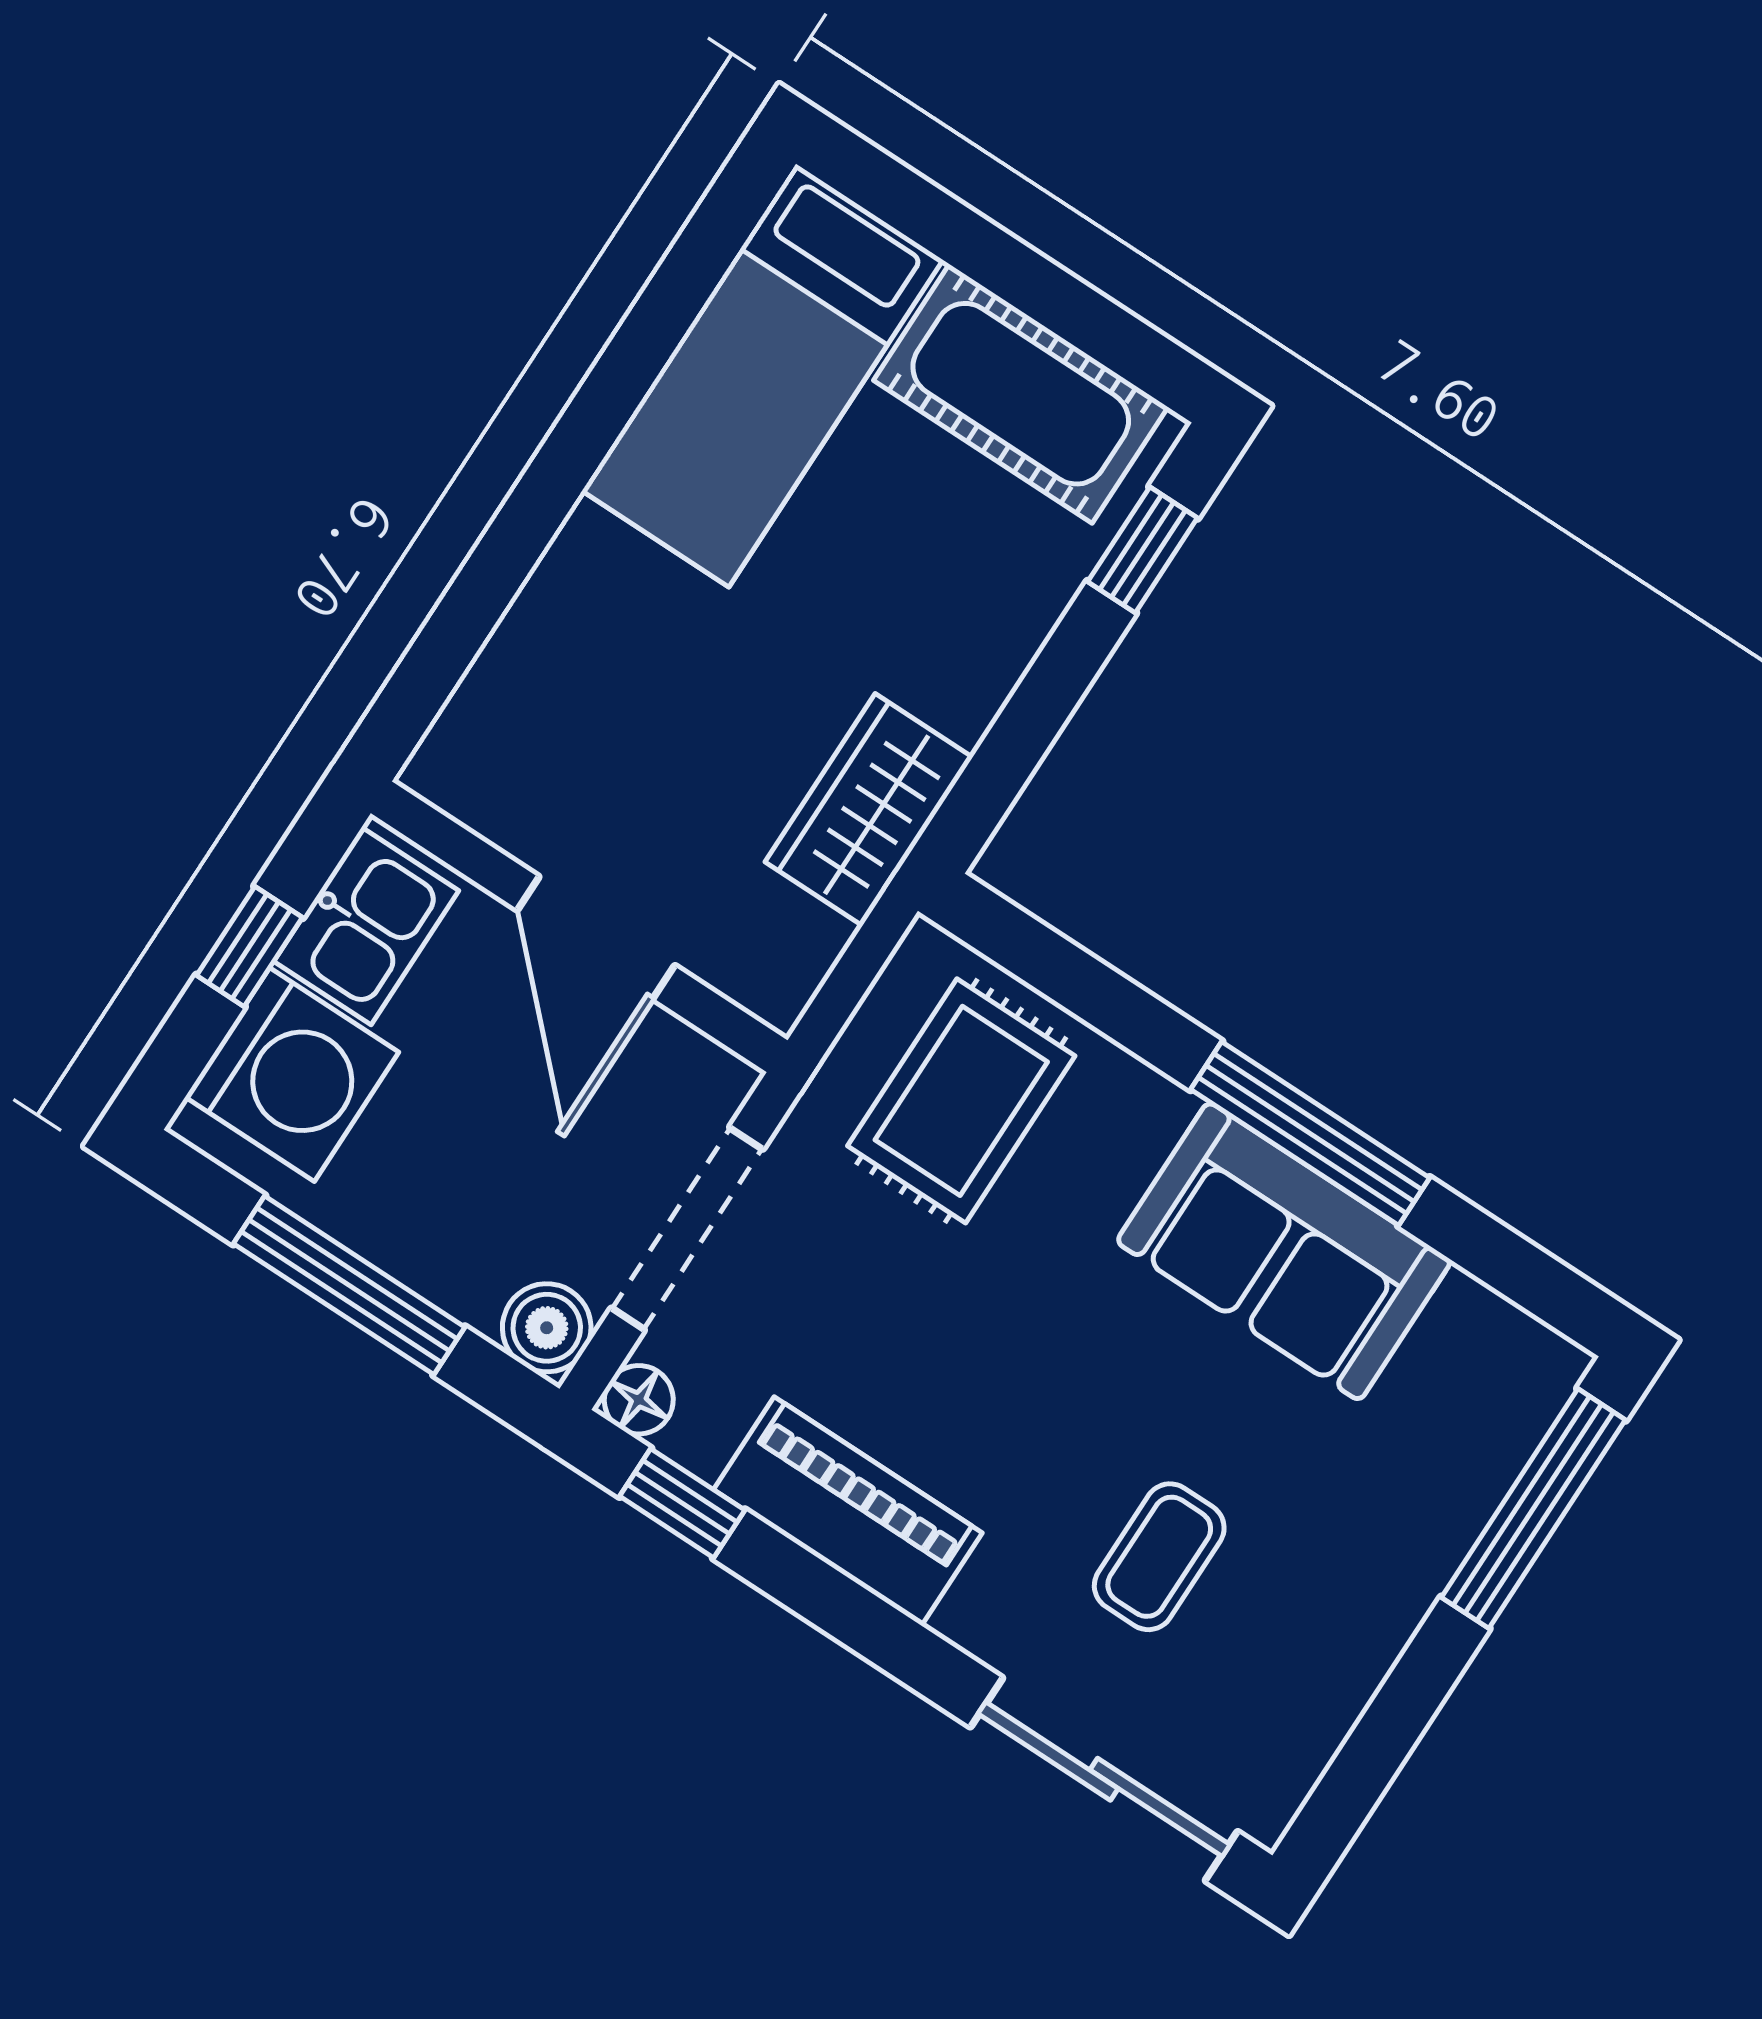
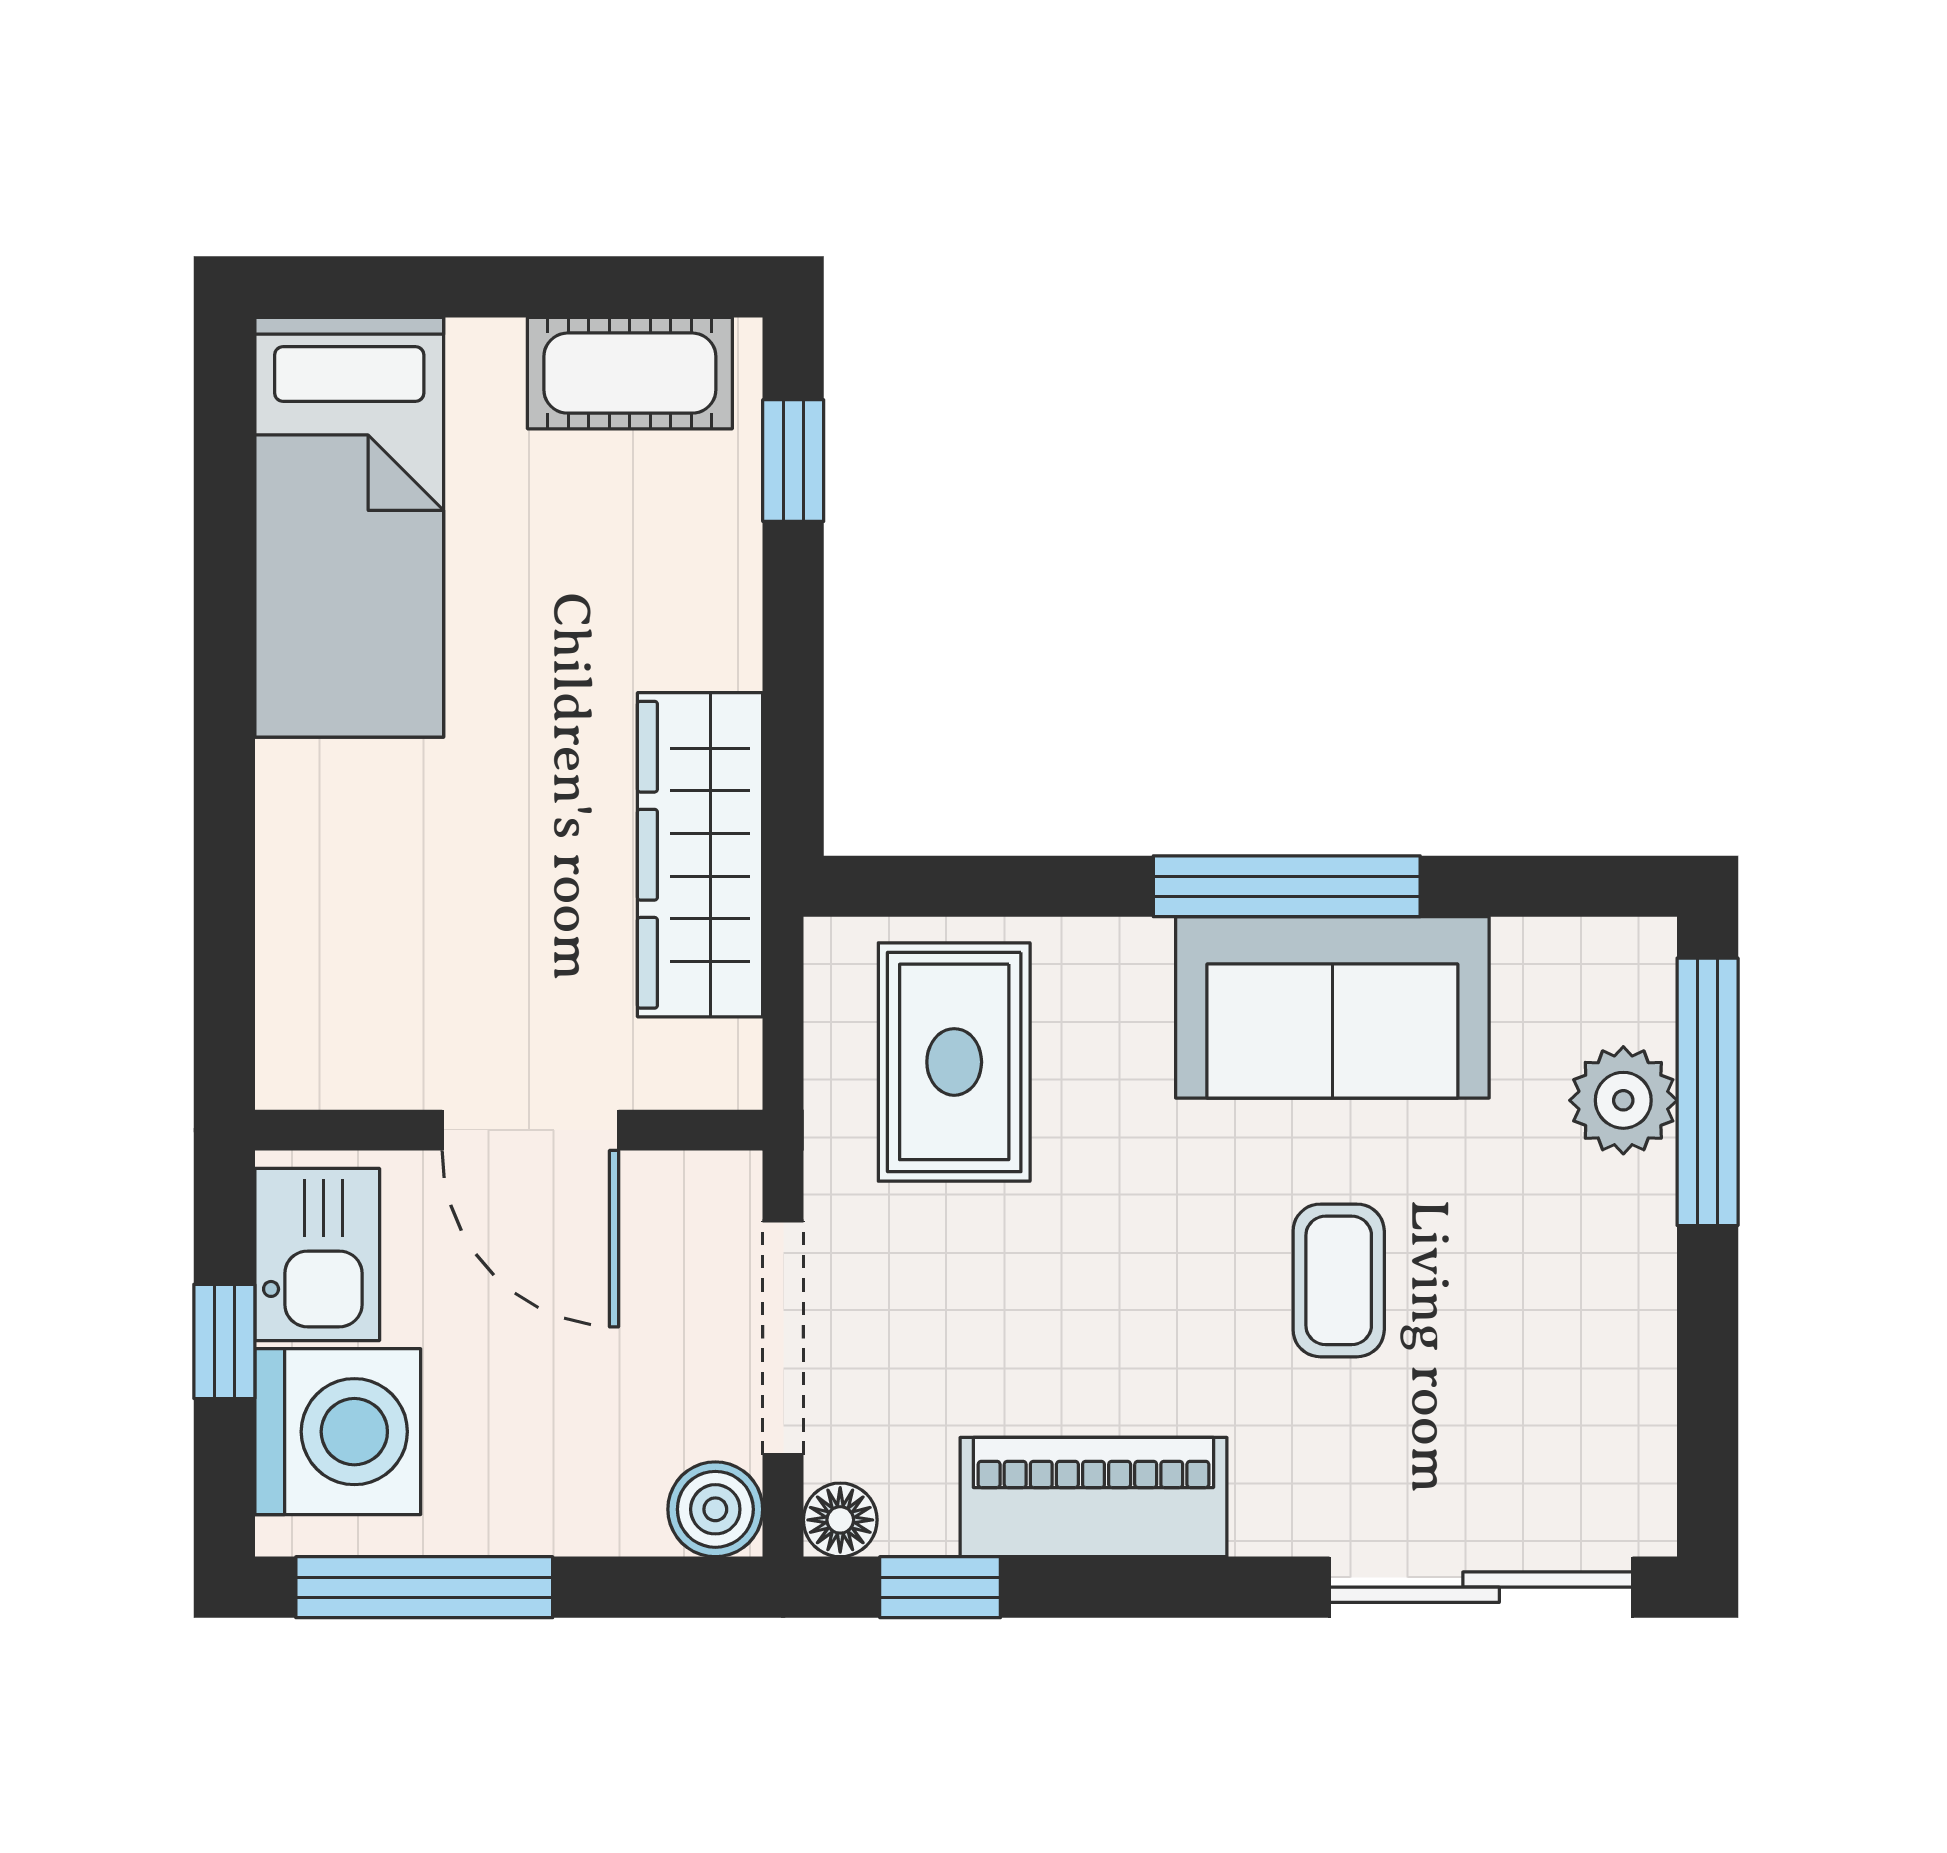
cot: (1021, 394) -> (630, 373), width x0.73, depth x0.75
wardrobe: (869, 810) -> (700, 855), width x1.50
window: (349, 1285) -> (424, 1587), moved
plant: (1463, 1472) -> (1623, 1100), added
coffee table: (1159, 1557) -> (1339, 1280), moved

